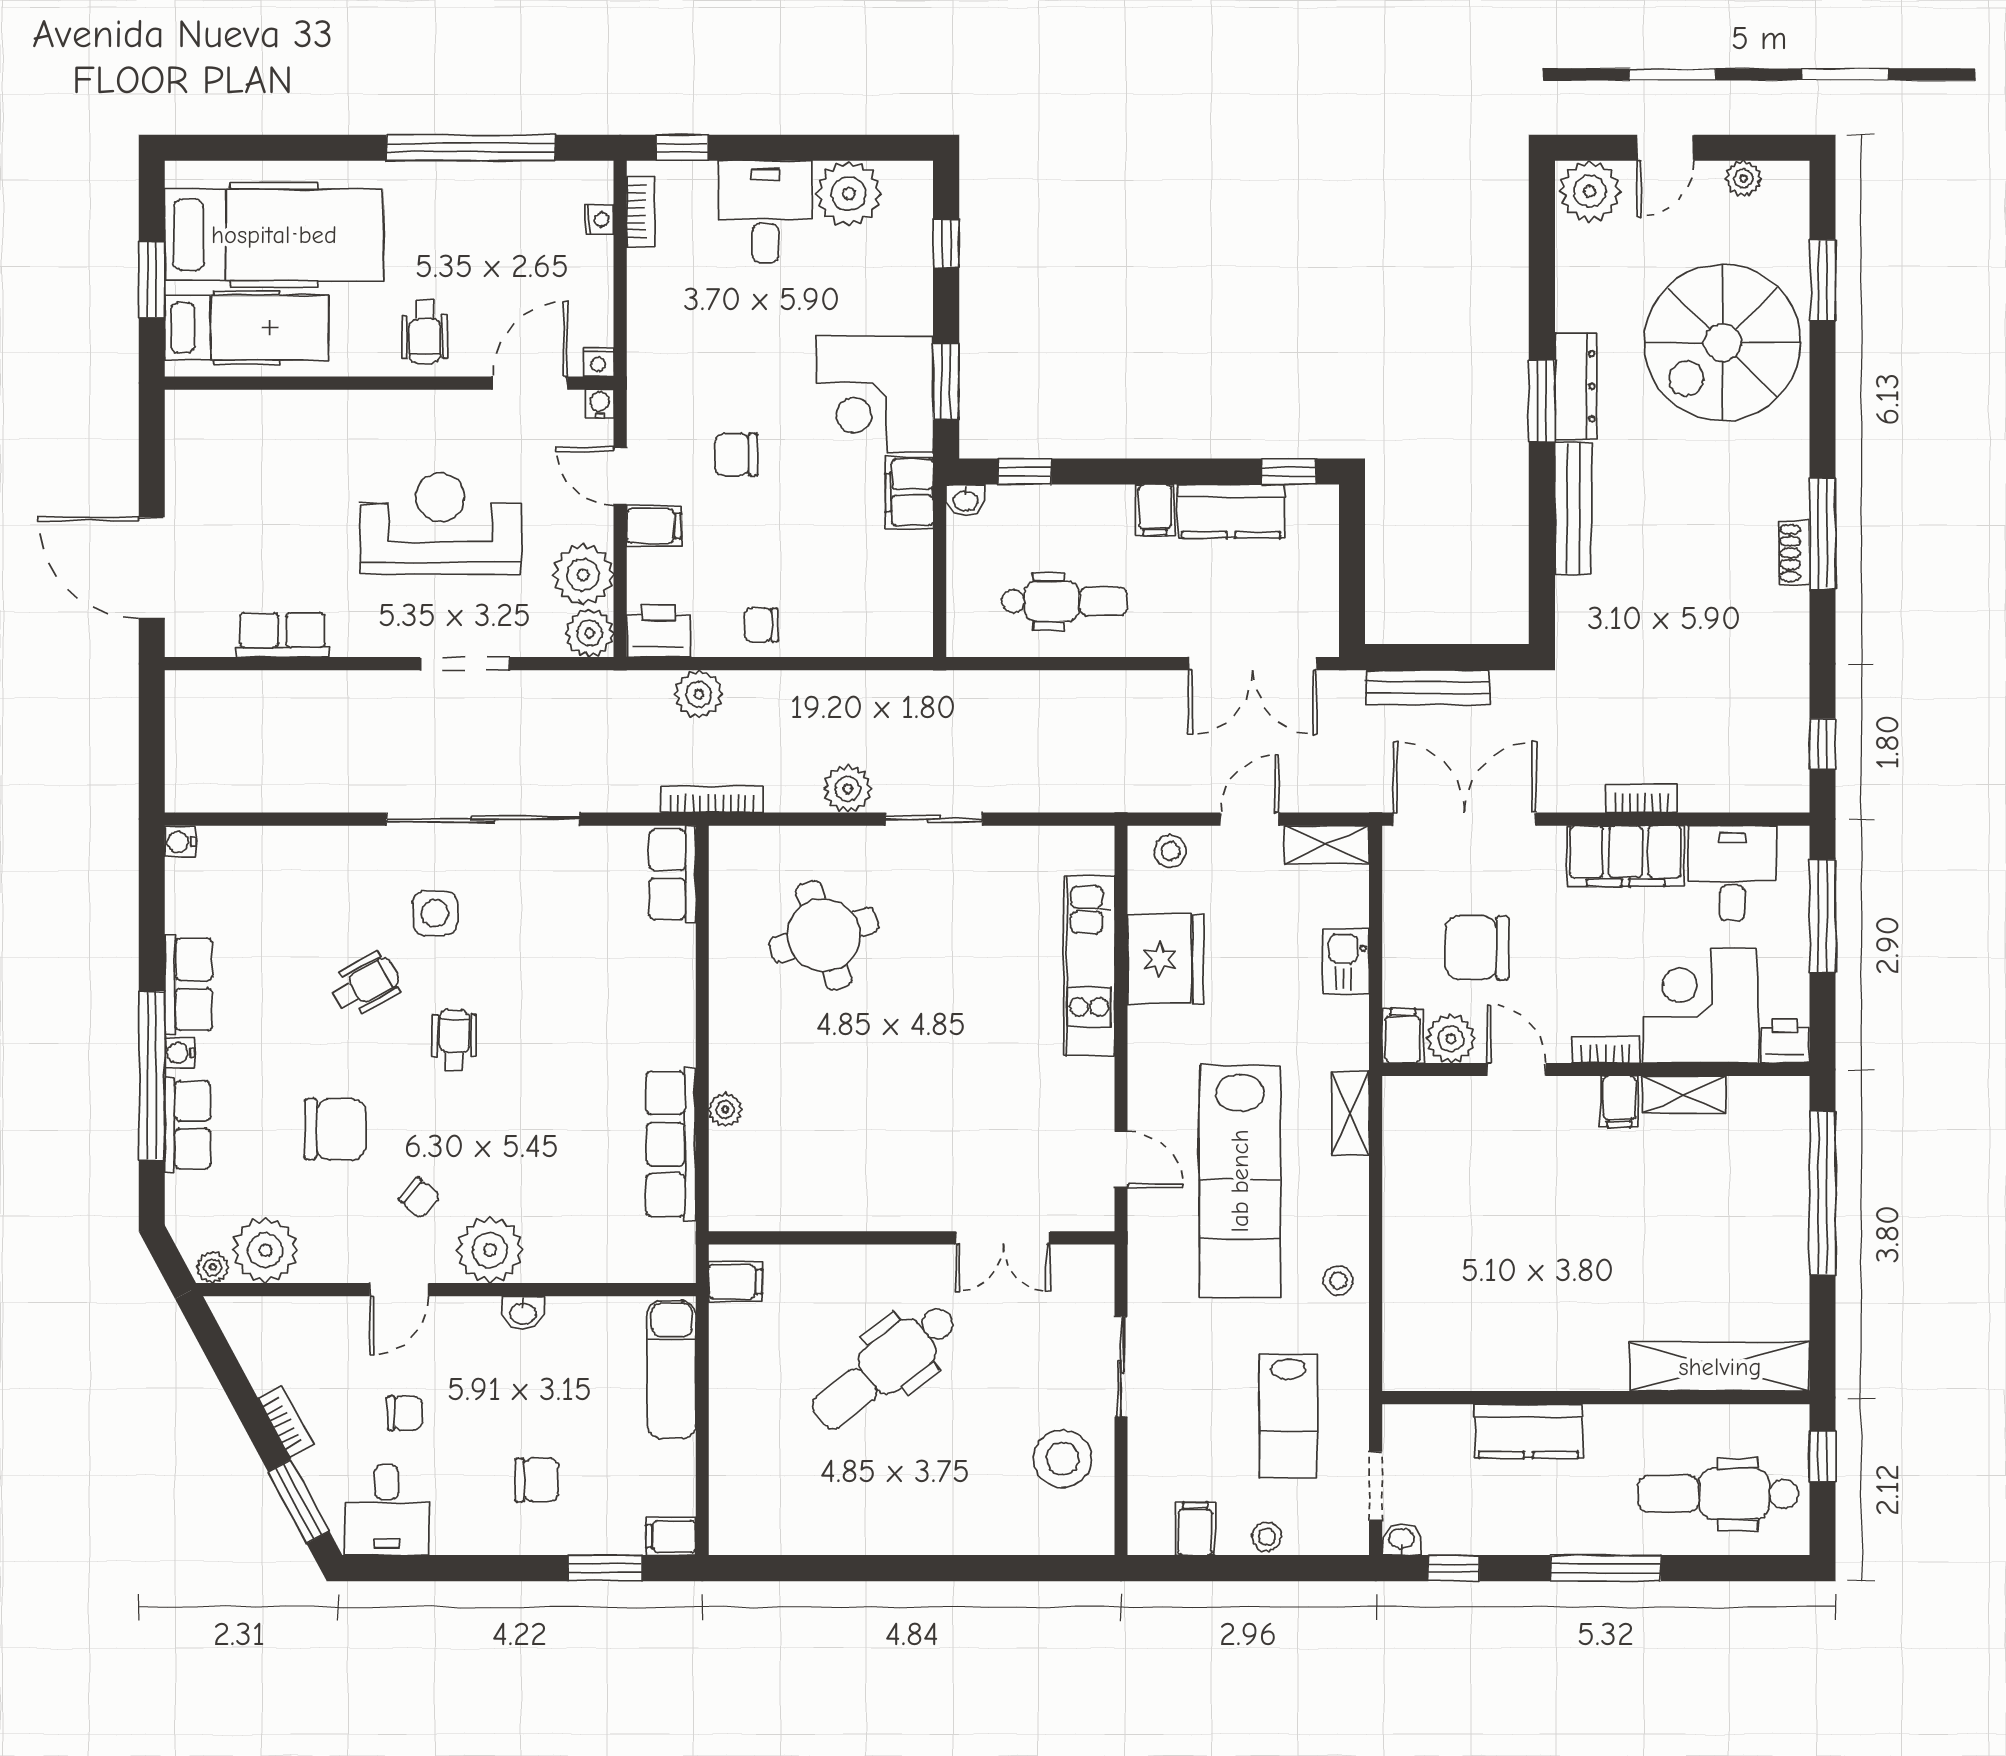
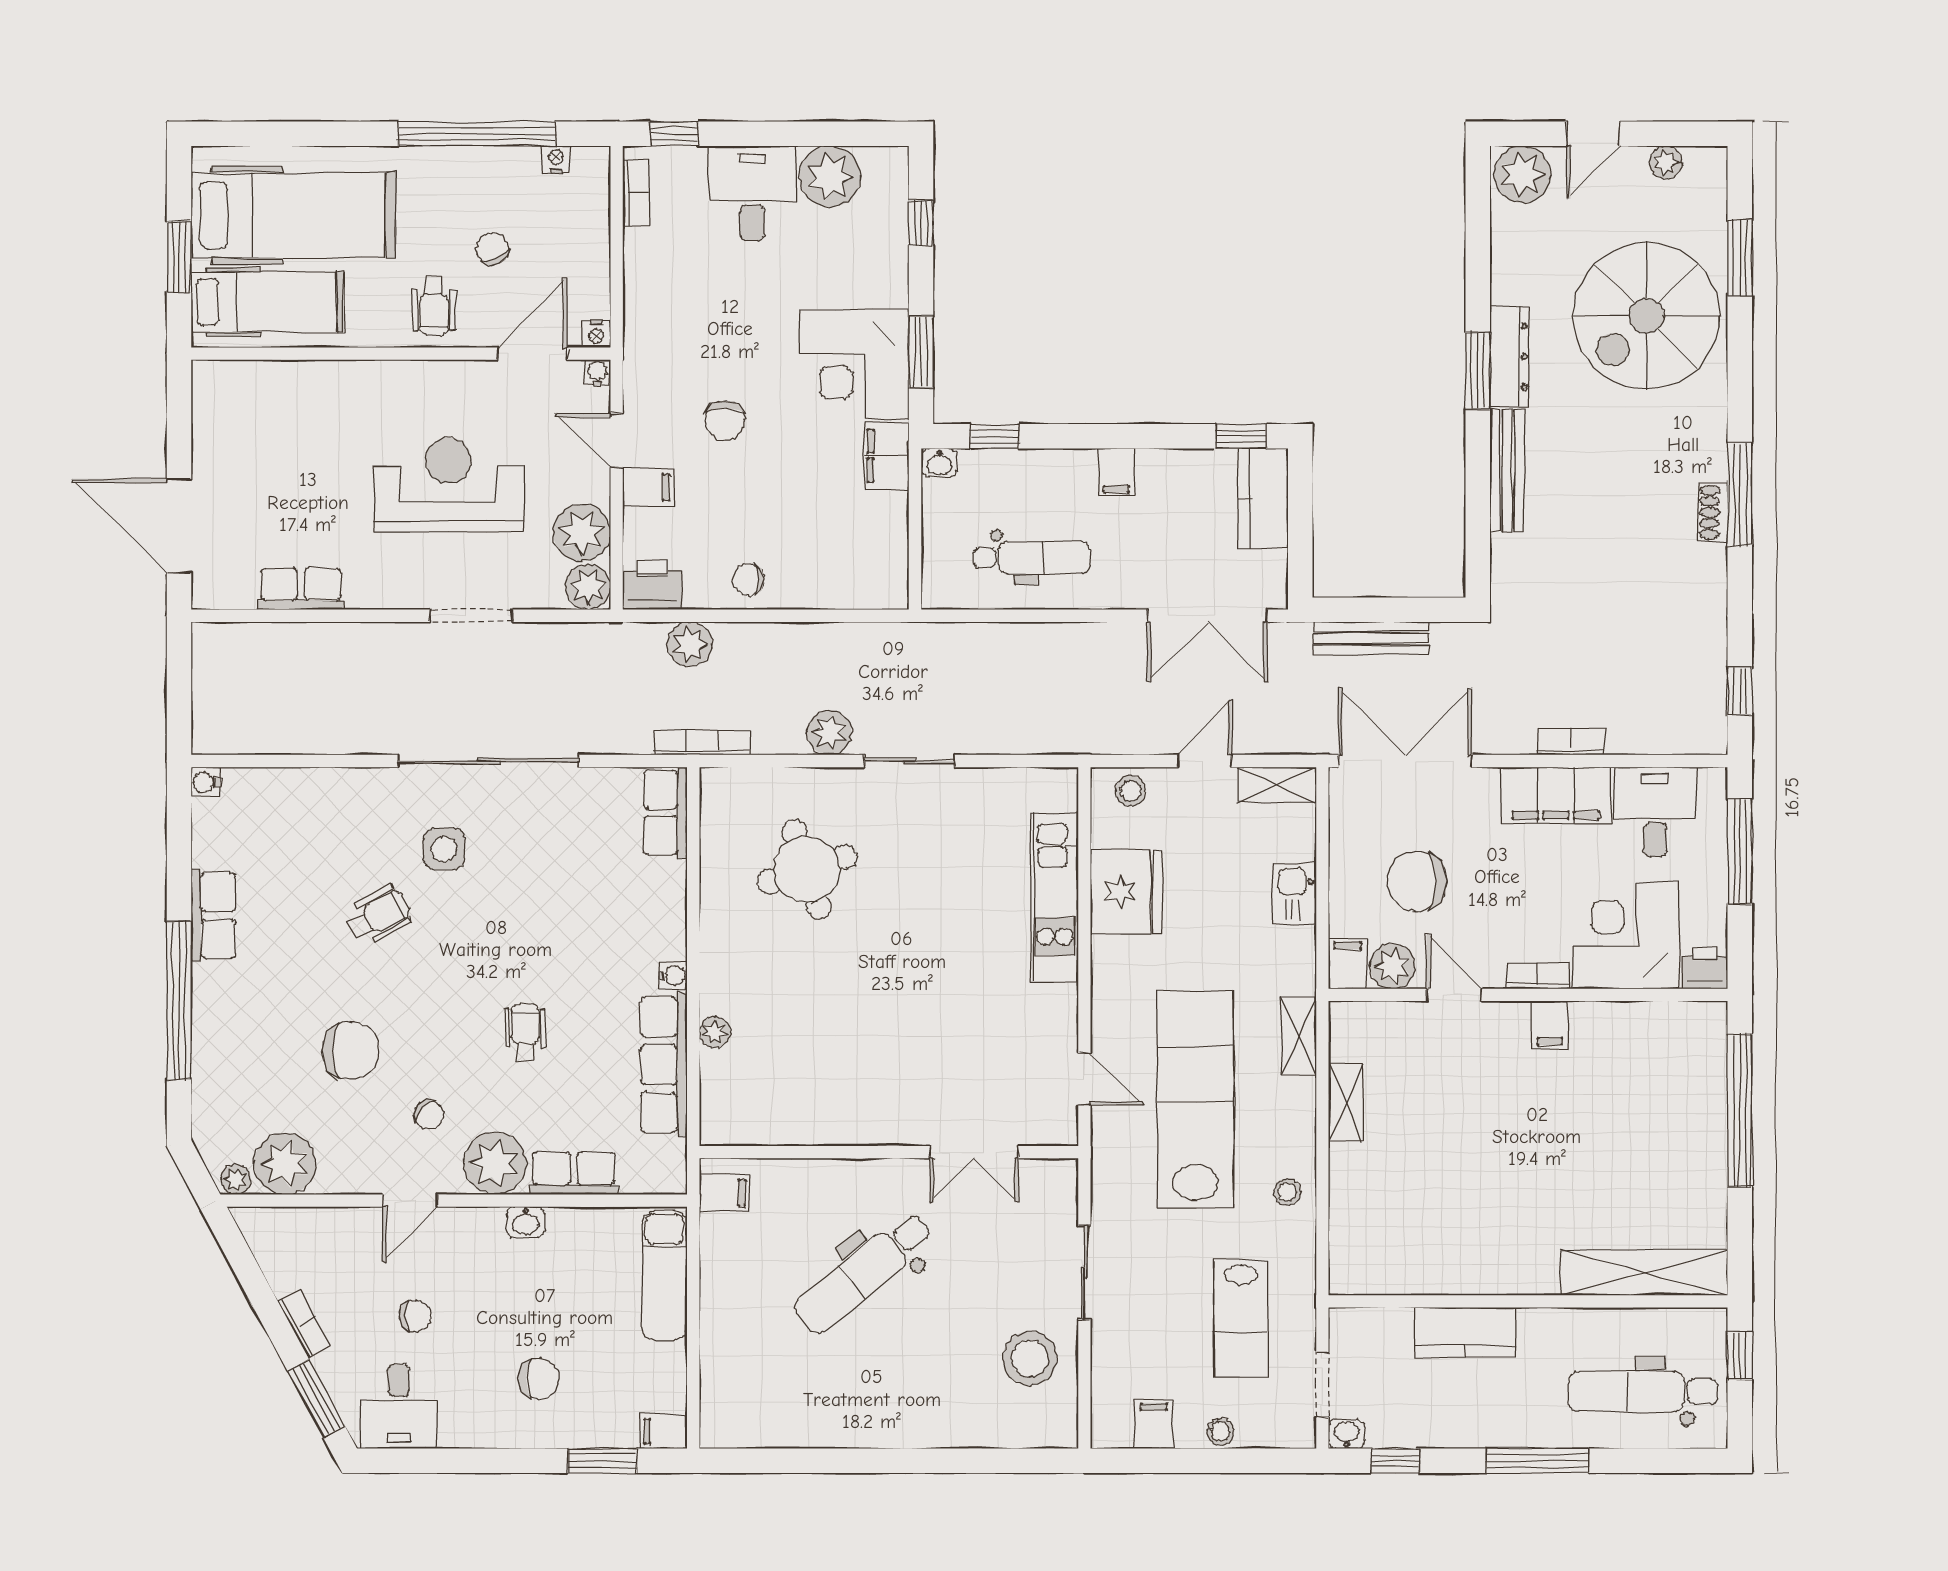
nightstand: (599, 220) -> (556, 159), moved, turned -90
chair: (487, 271) -> (492, 249), added
chair: (736, 455) -> (725, 420), turned -90
kitchen counter: (1231, 511) -> (1263, 498), moved, turned 90
wheelchair: (454, 1040) -> (525, 1032), moved
water cooler: (180, 1053) -> (673, 976), moved, turned 180
shelving: (1684, 1095) -> (1346, 1103), moved, turned 90
row of seats: (188, 1125) -> (574, 1173), moved, turned -90
lab bench: (1240, 1181) -> (1196, 1100), turned 180

